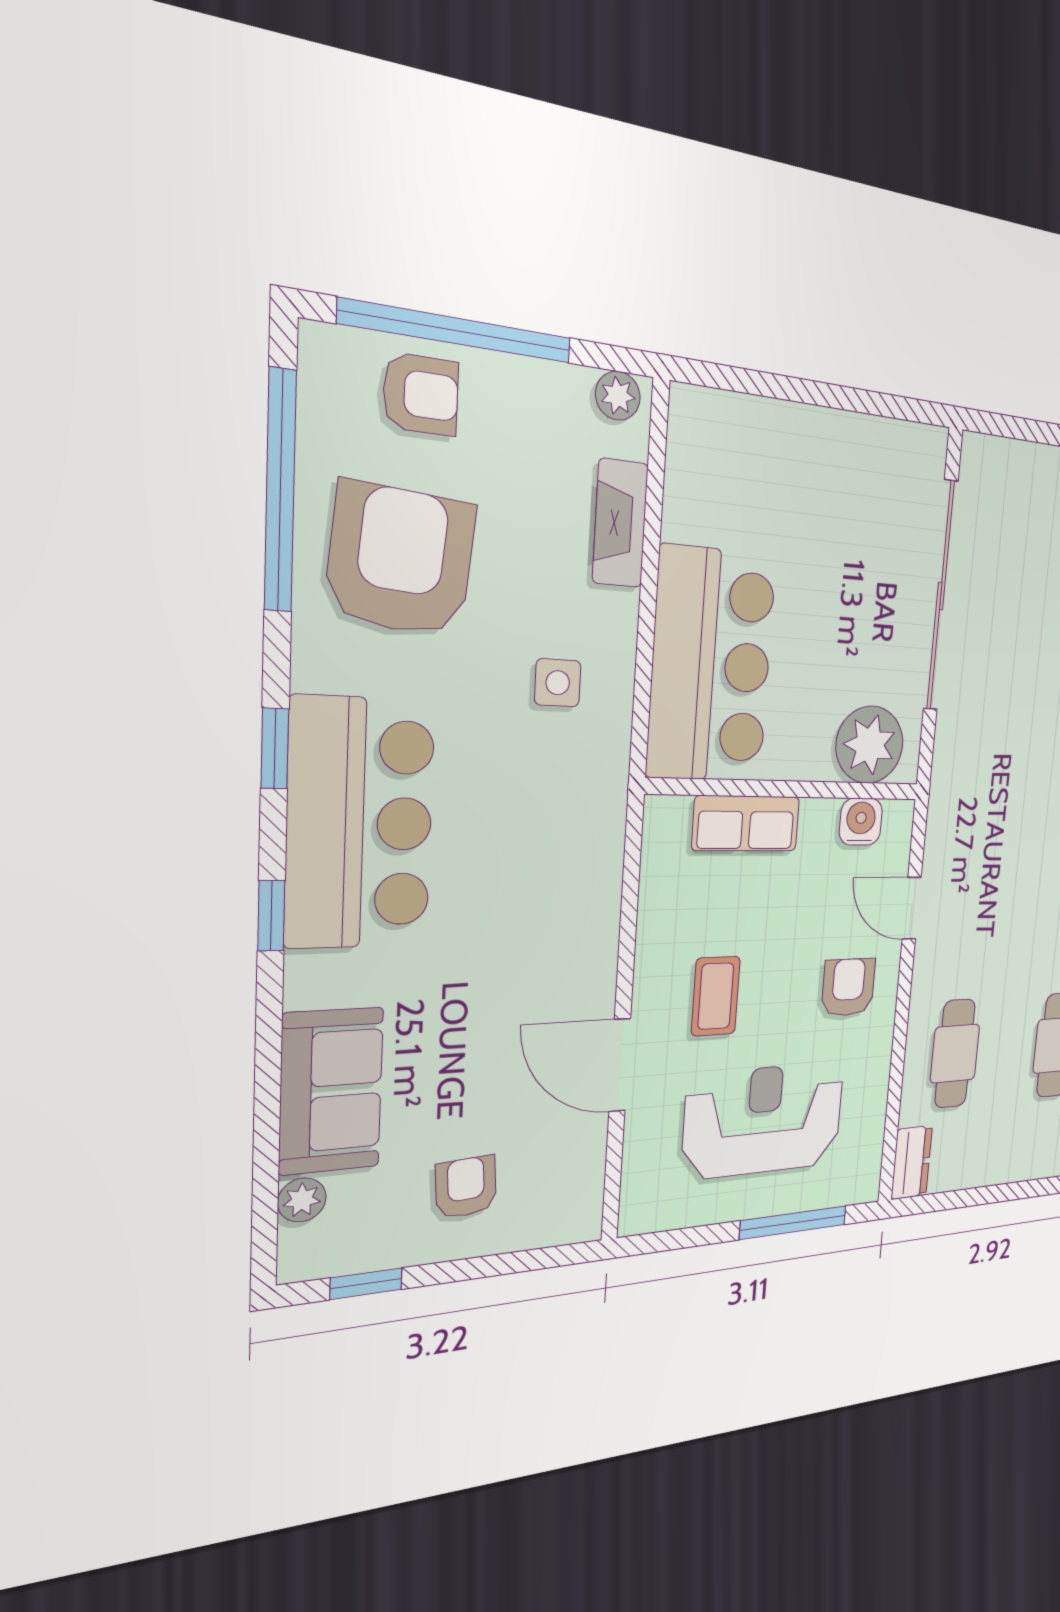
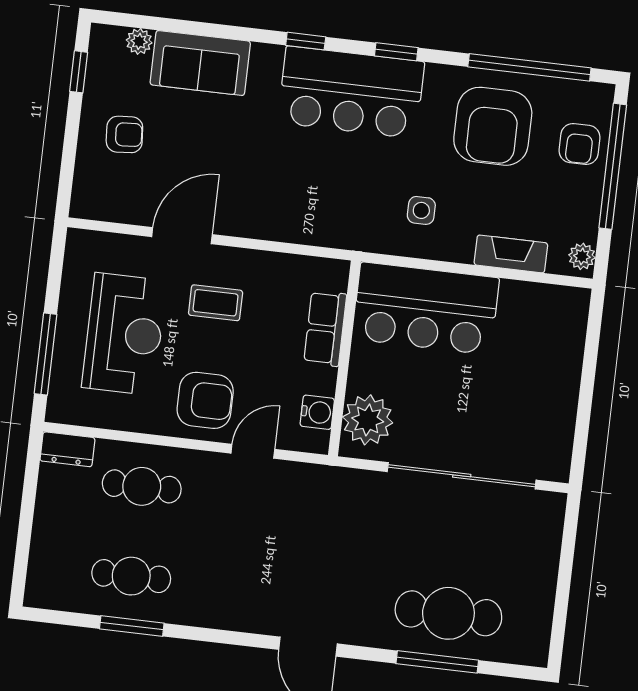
armchair: (401, 560) -> (493, 126), turned 85
armchair: (848, 987) -> (205, 400), width x1.38, depth x1.38

